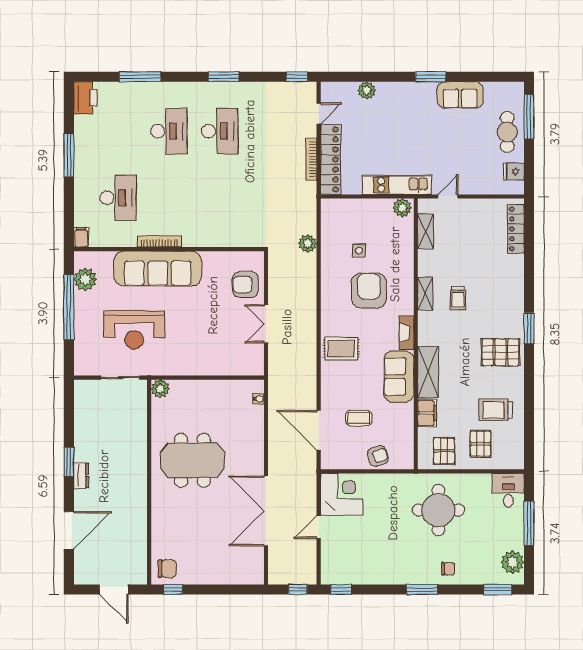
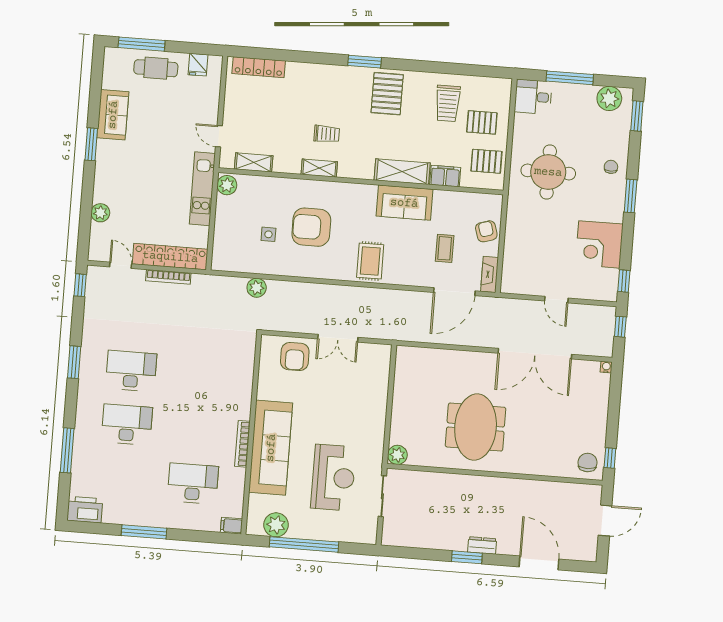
fireplace: (407, 333) -> (489, 274), moved, turned 90
water cooler: (259, 399) -> (606, 367), moved
corner desk: (342, 494) -> (599, 244), moved, turned -90

